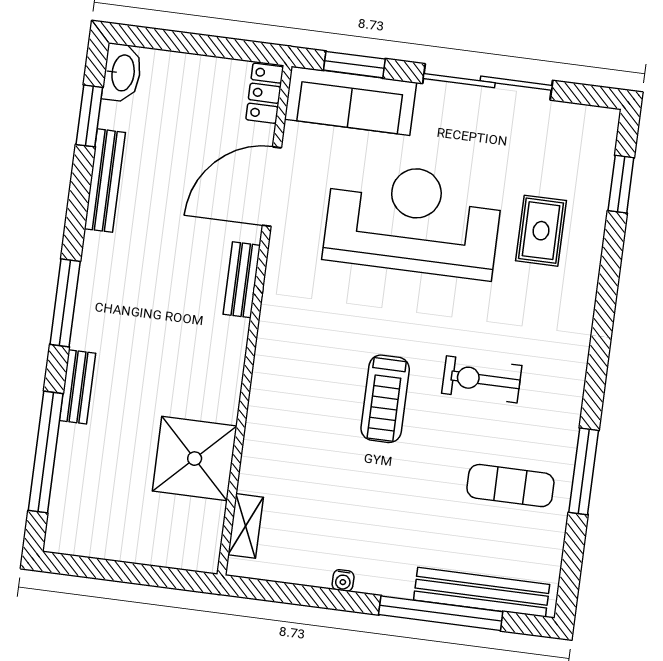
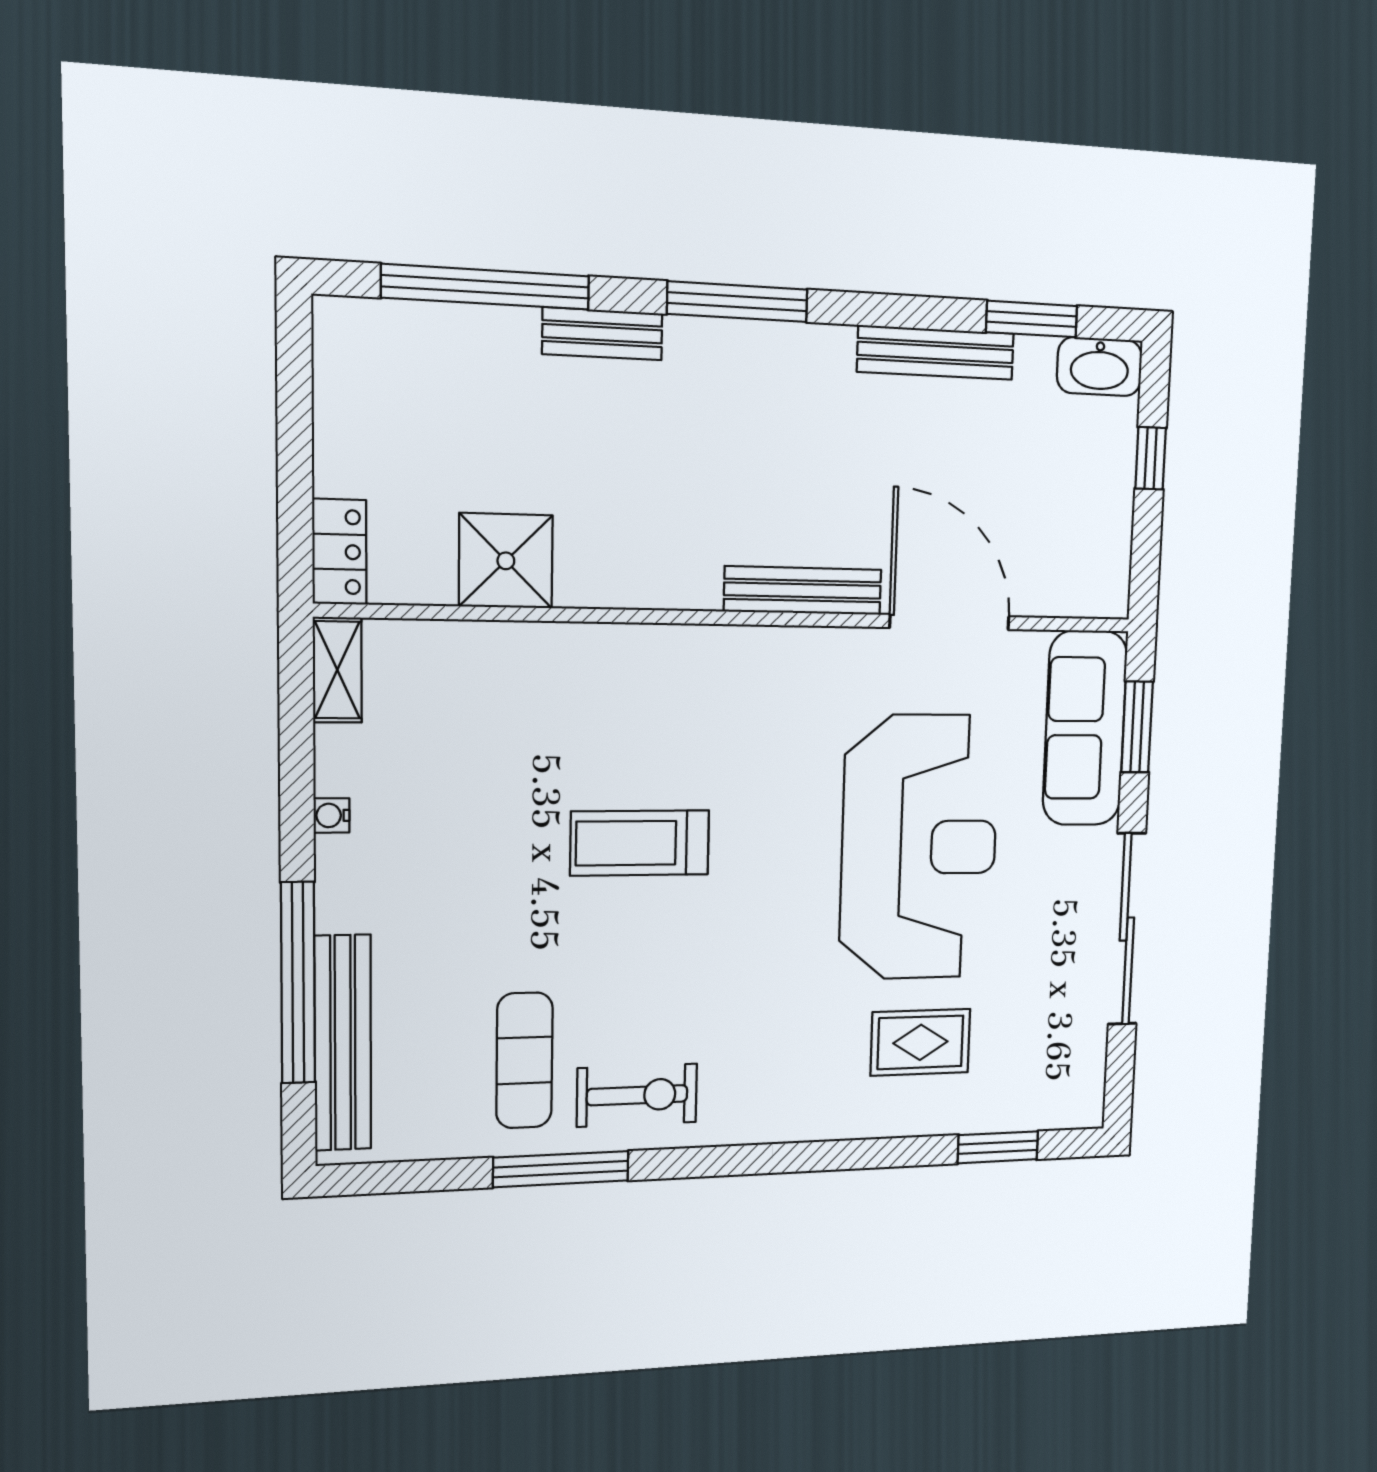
window: (182, 42) -> (1151, 458), added
locker: (265, 93) -> (339, 552), moved, turned 90
bench: (242, 280) -> (803, 591), width x1.36
exercise bike: (482, 379) -> (637, 1095), moved, turned 90
shower: (195, 459) -> (506, 561), width x0.73, depth x0.73
shelving: (246, 526) -> (337, 670), moved, turned 90

